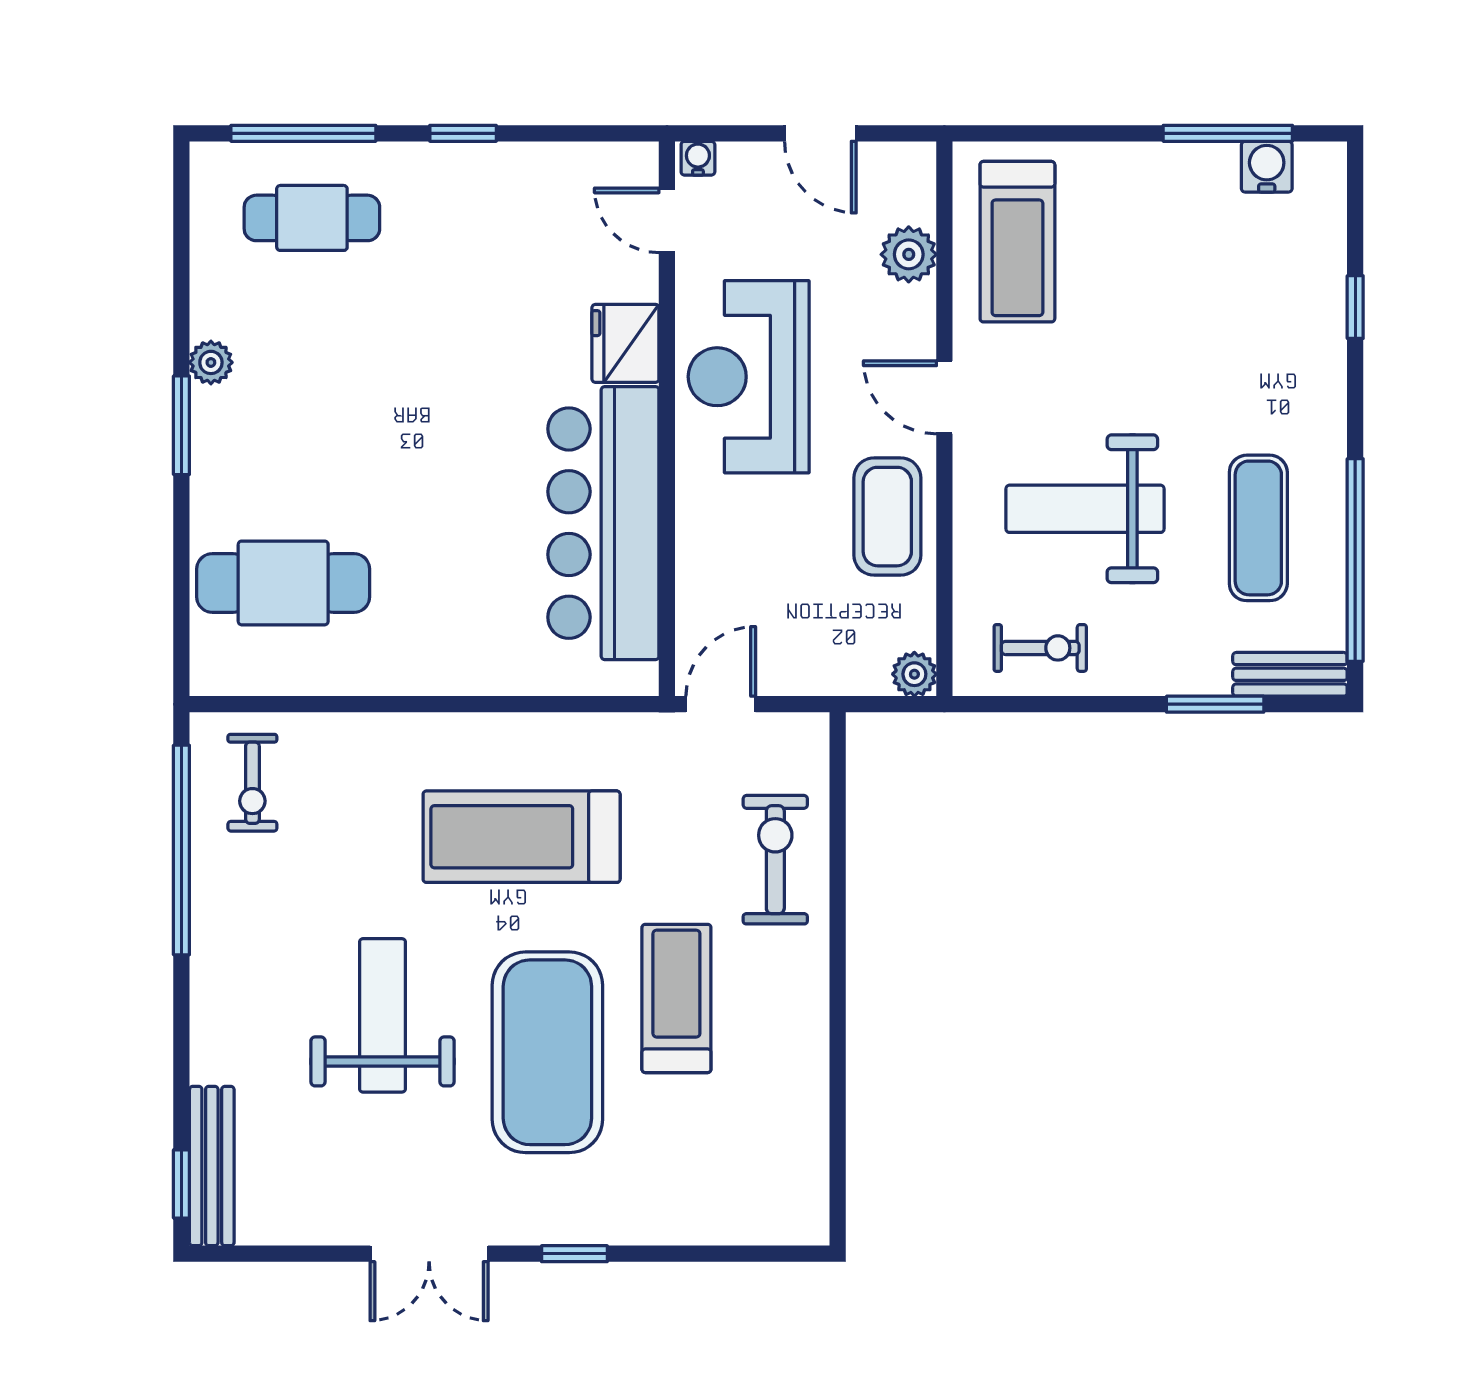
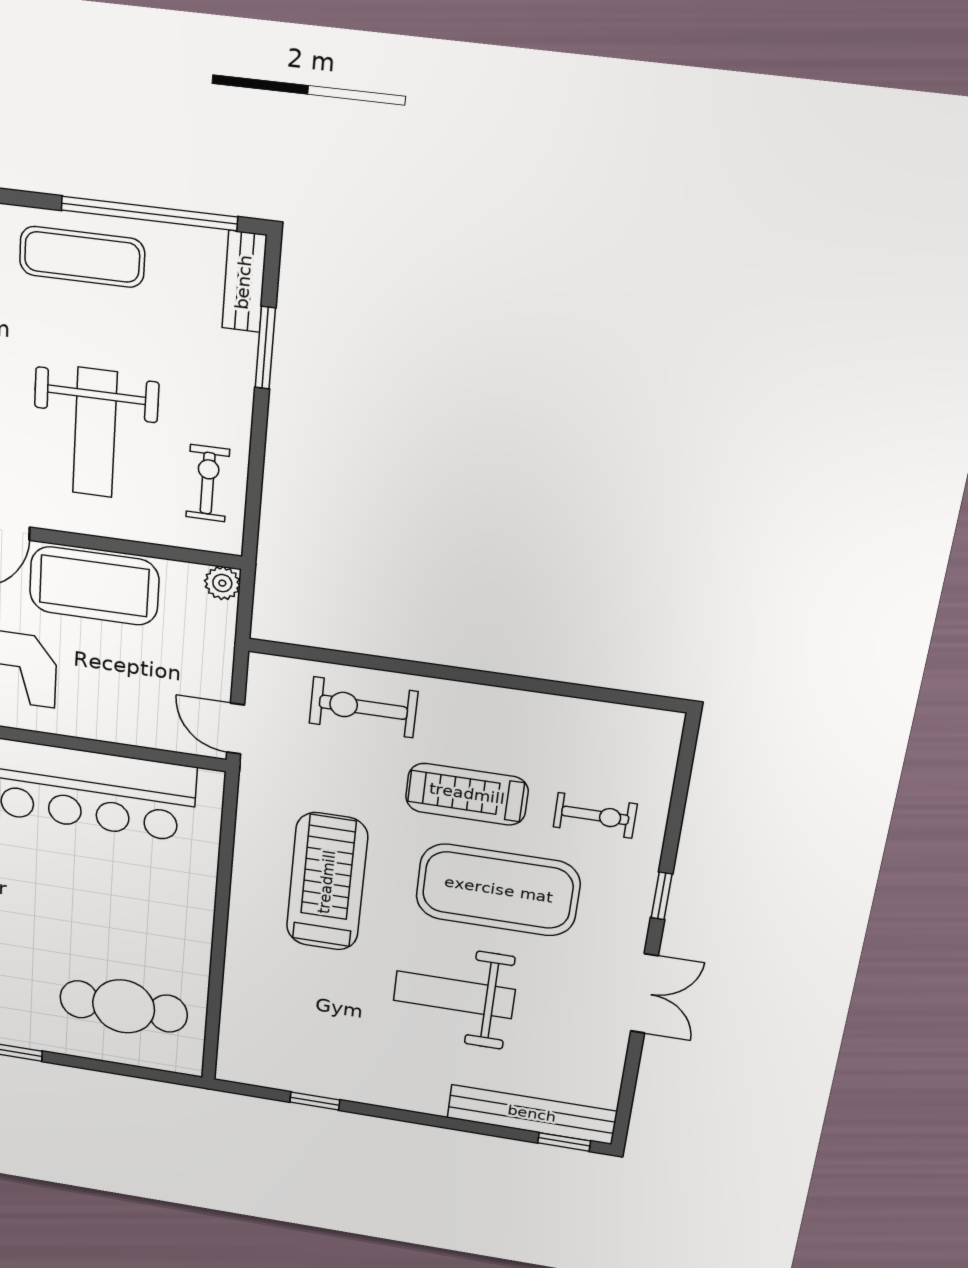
coffee table: (887, 517) -> (94, 586), width x1.36, depth x1.32
exercise mat: (1258, 528) -> (82, 257), moved
cafe table: (283, 583) -> (124, 1006), turned 90
exercise bike: (252, 783) -> (595, 815), moved
treadmill: (522, 837) -> (327, 882), turned 180
window: (181, 850) -> (315, 1101), width x0.32
bench: (212, 1166) -> (532, 1114), width x1.37, depth x1.21

